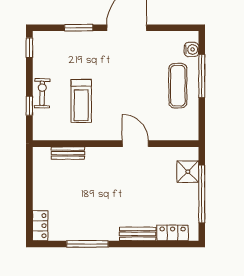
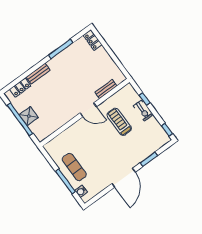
door: (135, 144) -> (88, 110), moved
shower: (188, 172) -> (29, 116), moved

